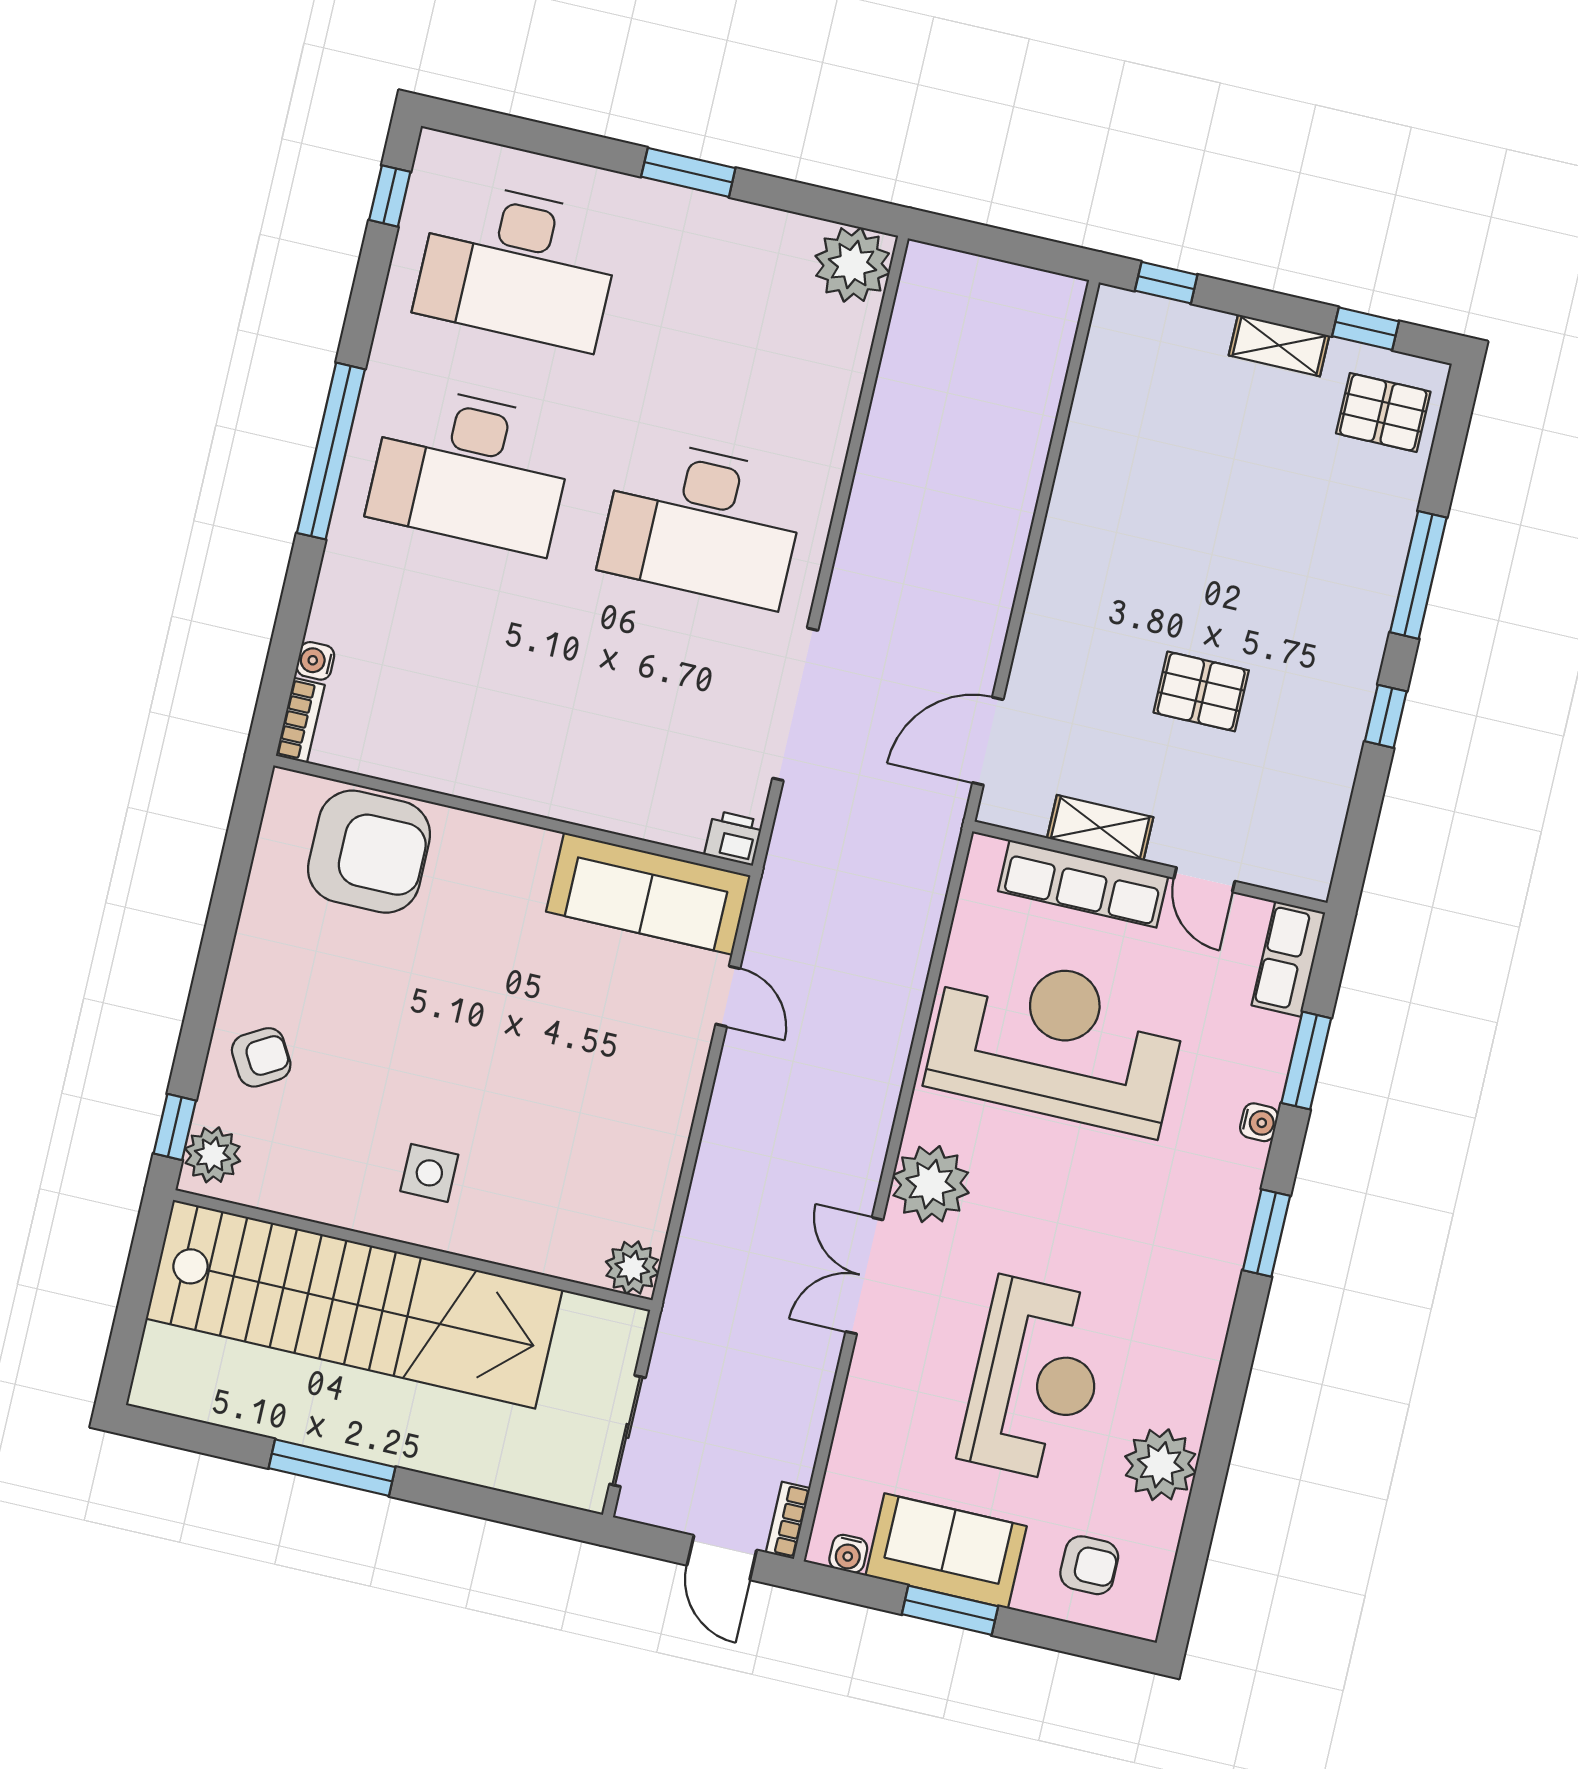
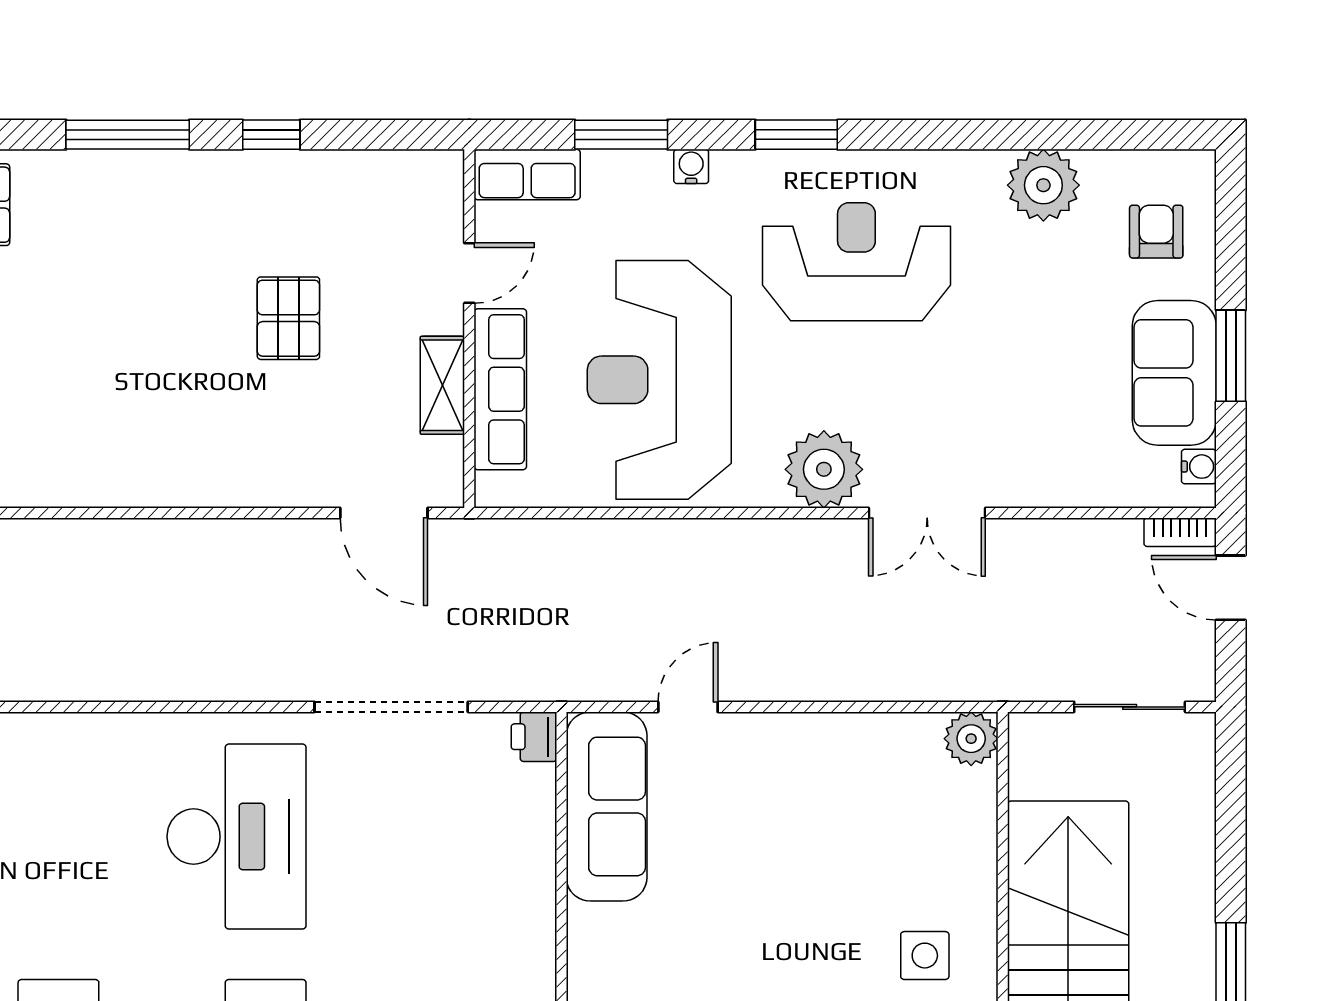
reception desk: (1035, 1379) -> (856, 262), moved
door: (722, 1558) -> (1231, 588), swing flipped

